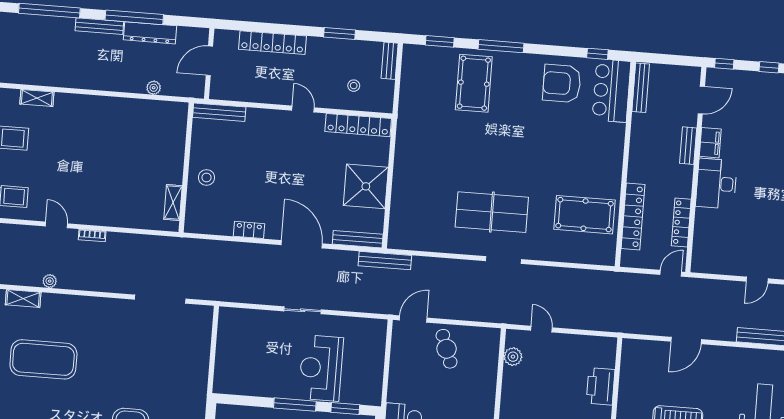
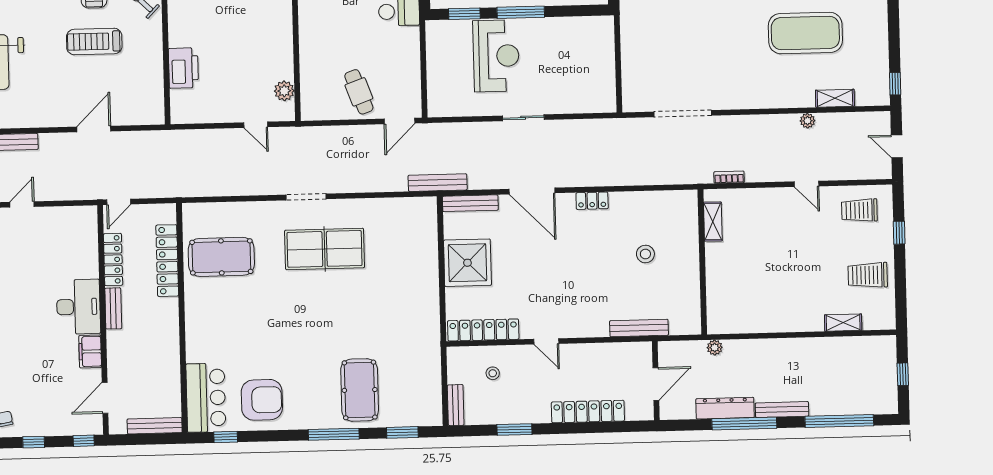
bench: (641, 88) -> (155, 426), moved, turned 90
bench: (688, 146) -> (113, 308), moved
wall: (186, 167) -> (702, 262), moved
shelving: (173, 202) -> (713, 221), moved
bookcase: (92, 236) -> (729, 177), moved

